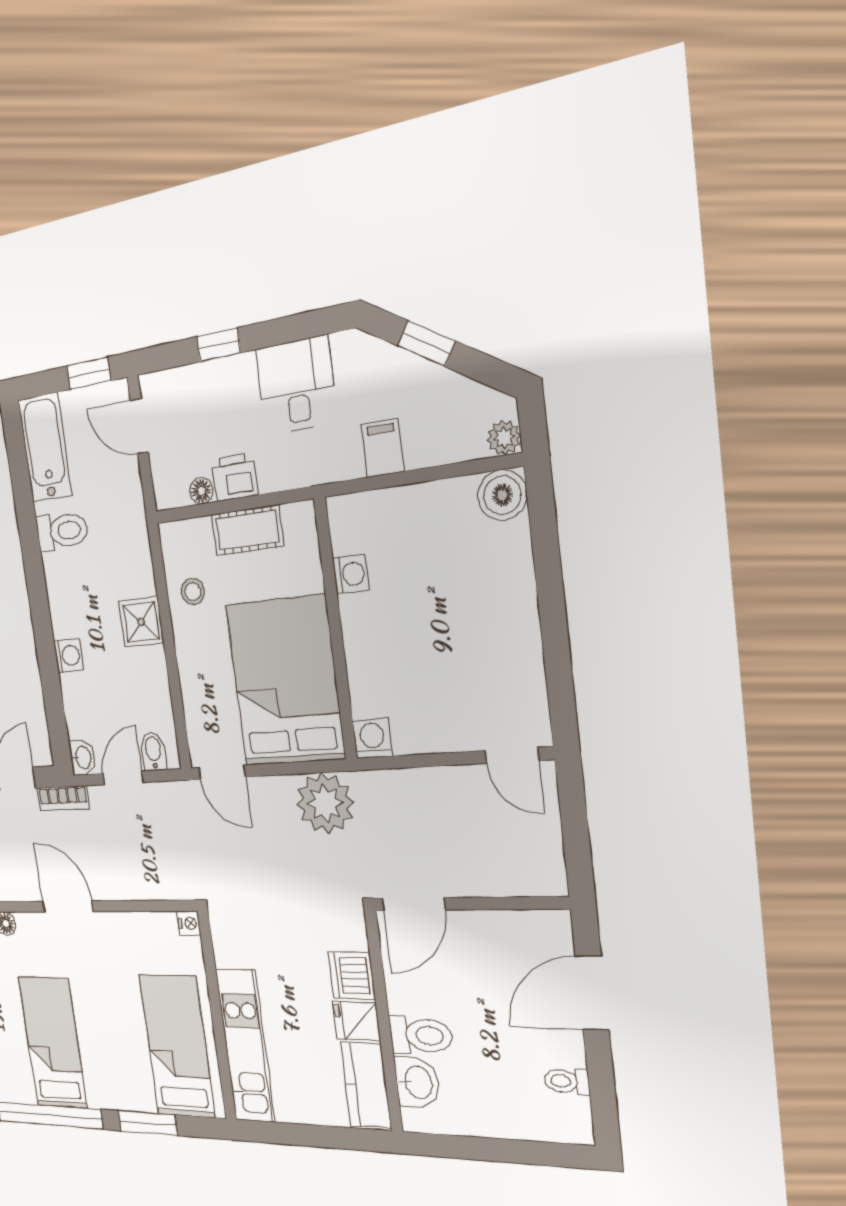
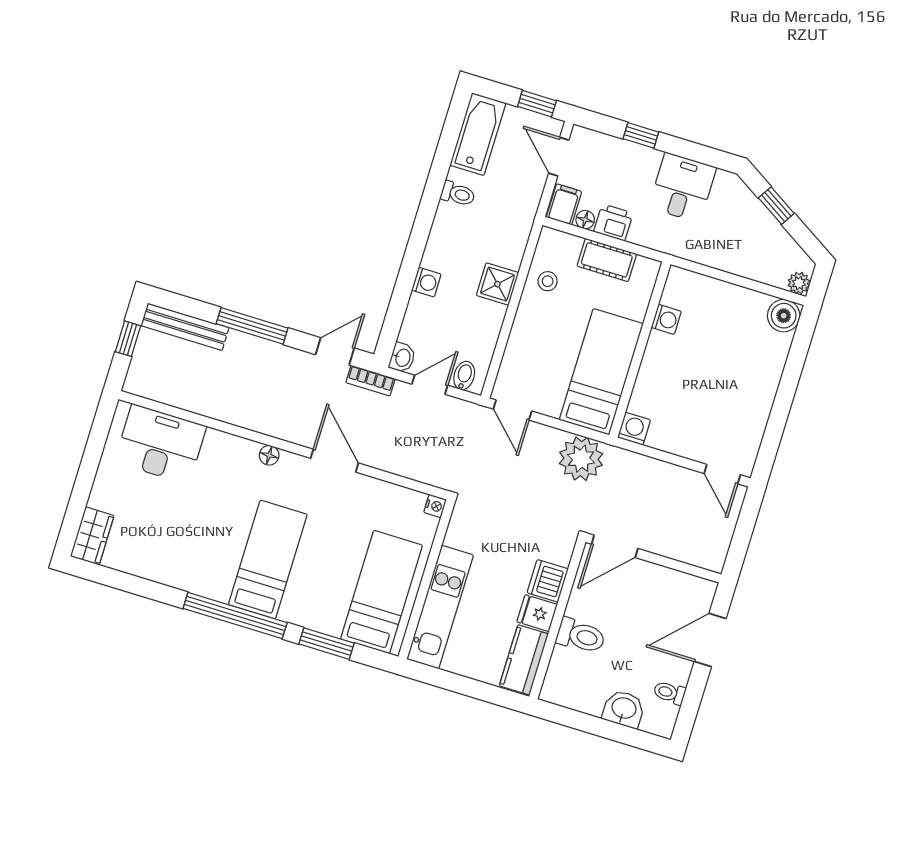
filing cabinet: (383, 448) -> (564, 204), moved
toilet: (62, 531) -> (458, 194), width x0.73, depth x0.72
bed: (285, 681) -> (601, 372), width x0.67
washbasin: (417, 1082) -> (624, 709), moved, turned -90

